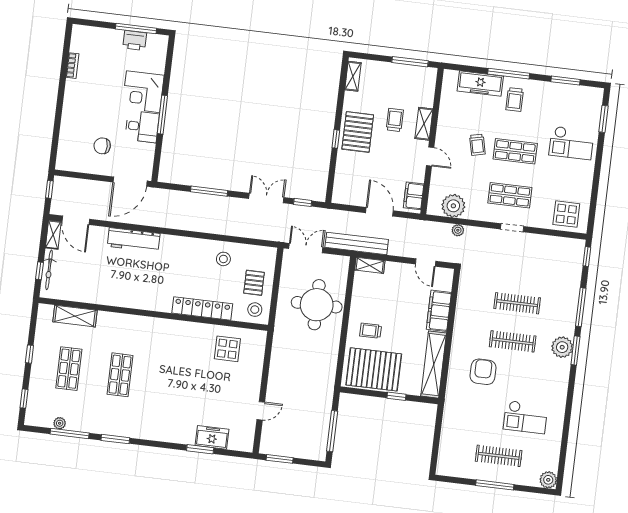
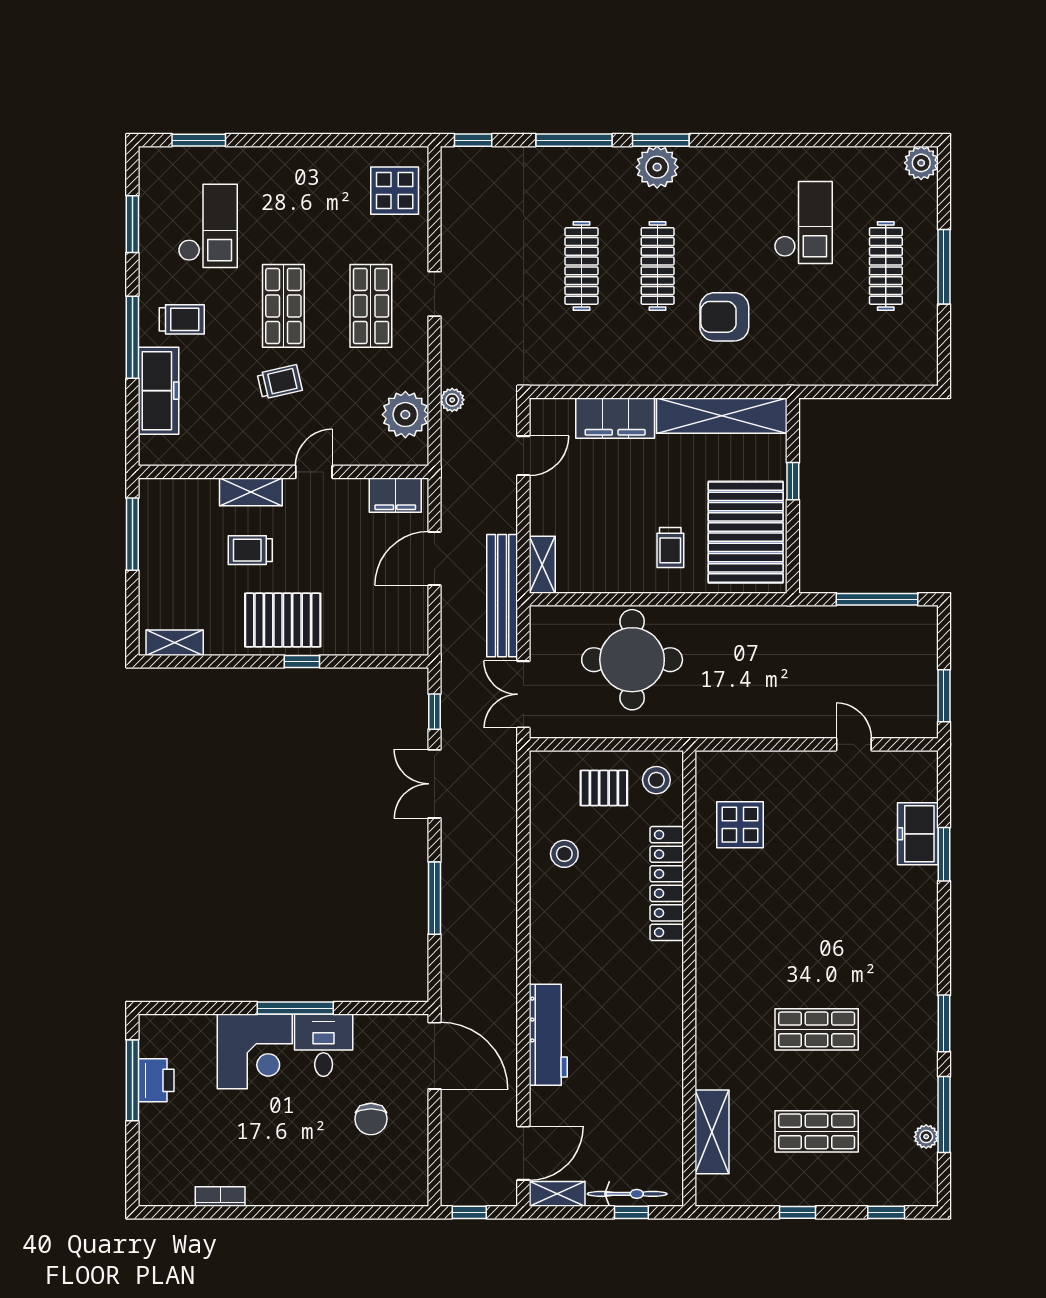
checkout: (571, 143) -> (208, 226), moved

